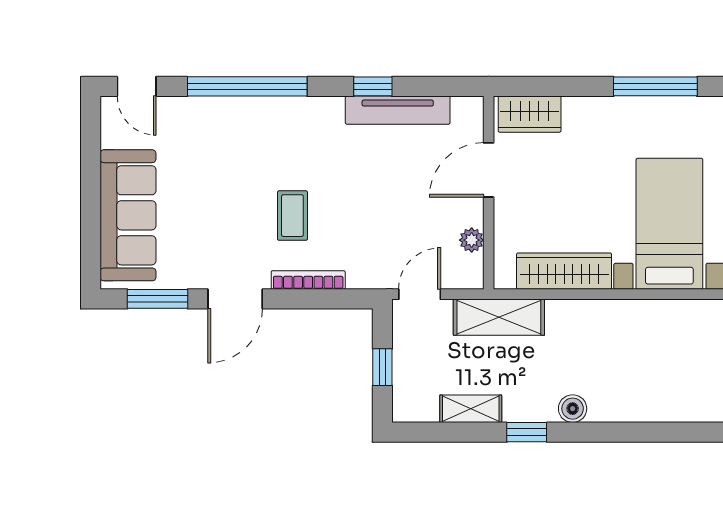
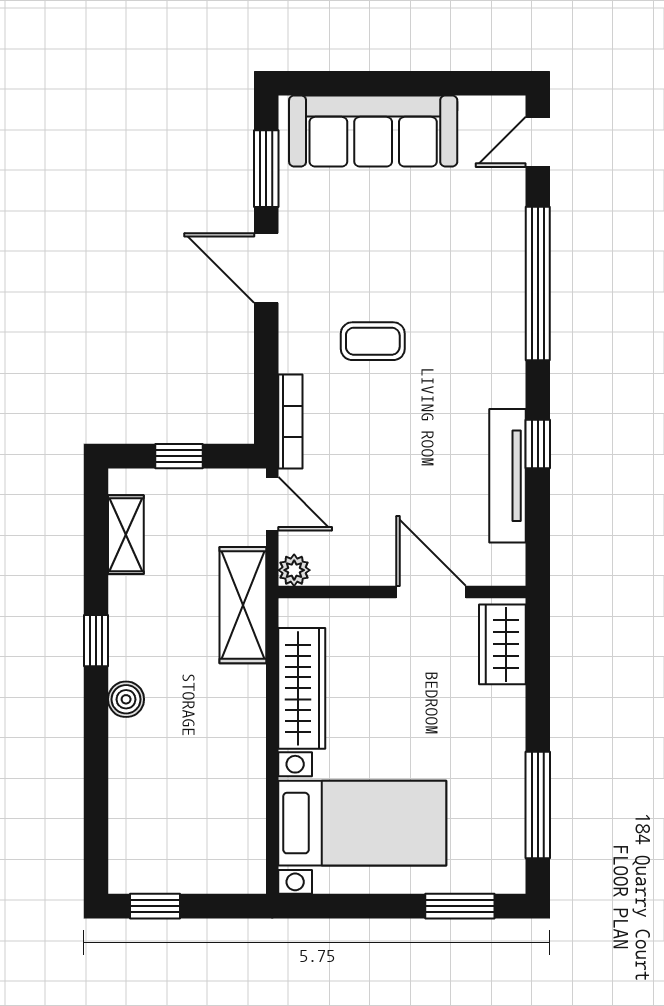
plant: (472, 240) -> (294, 570), moved
bookcase: (308, 280) -> (290, 422), moved
shelving: (471, 409) -> (126, 535), moved

